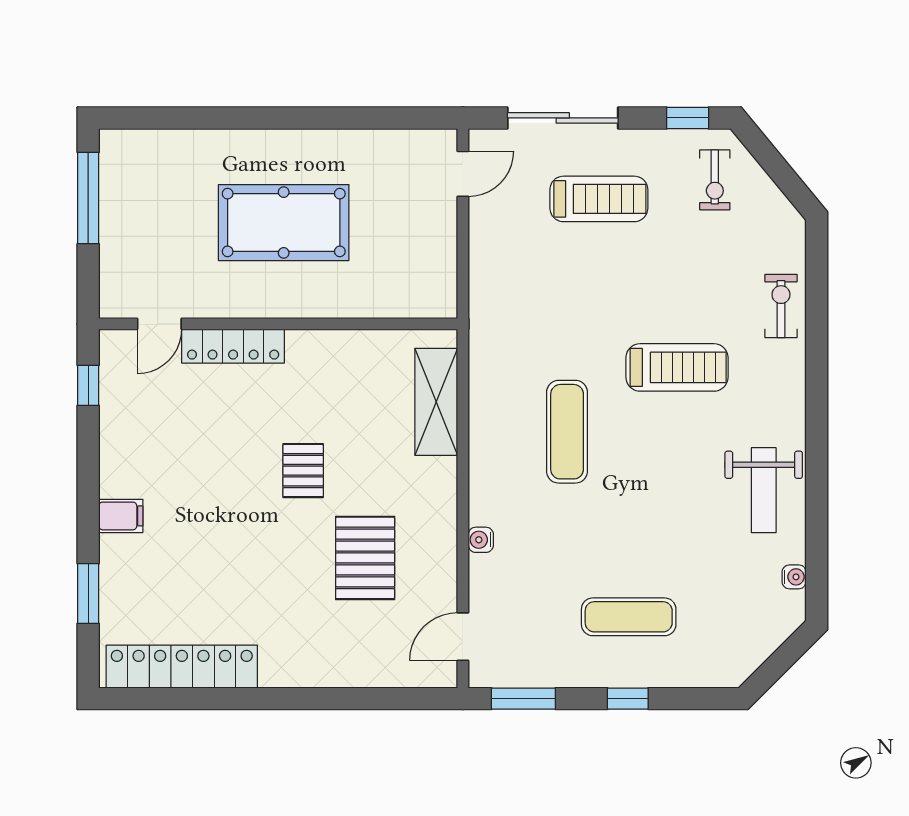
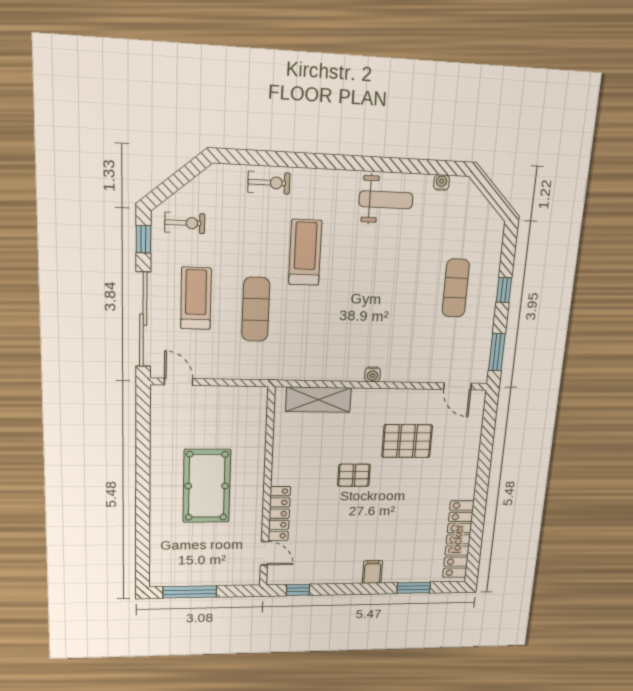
sliding door: (563, 118) -> (143, 320), width x1.36
exercise bike: (781, 306) -> (269, 183), turned 180
exercise mat: (567, 432) -> (256, 309), moved, turned 90
water cooler: (481, 540) -> (373, 374), moved

